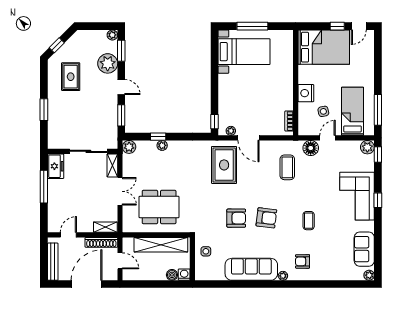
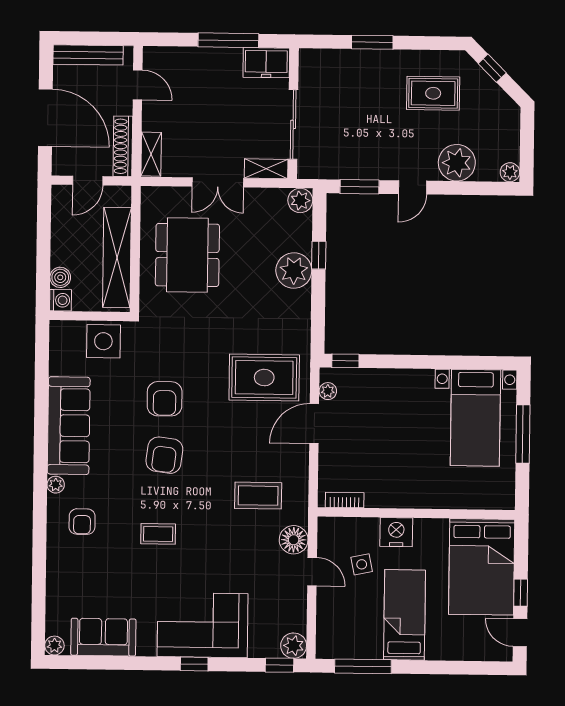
window: (121, 51) -> (480, 188), removed
bed: (353, 111) -> (405, 615), moved, turned -90
plant: (162, 145) -> (294, 271), width x1.87, depth x1.87
side table: (206, 251) -> (103, 341), width x1.87, depth x1.87
armchair: (303, 261) -> (82, 522), turned 180

